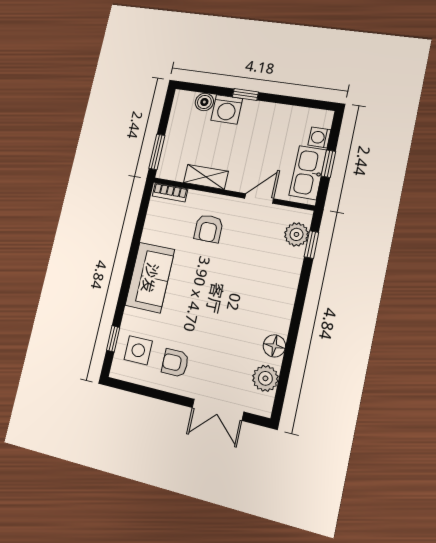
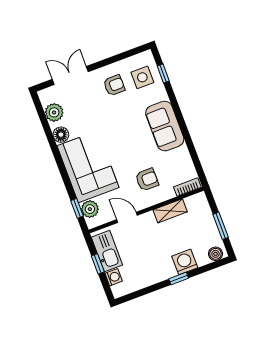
boiler: (204, 102) -> (215, 254), moved
window: (157, 152) -> (221, 226), moved
door: (259, 198) -> (127, 217), swing flipped
armchair: (209, 228) -> (147, 180), turned 90
corner sofa: (267, 286) -> (88, 167), added

